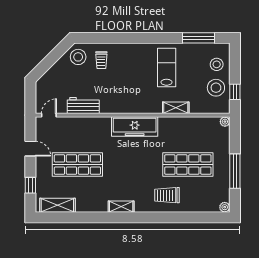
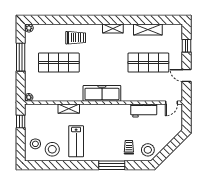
window: (198, 38) -> (112, 165), moved
stool: (216, 88) -> (52, 149), moved
shelving: (57, 205) -> (148, 29), moved

